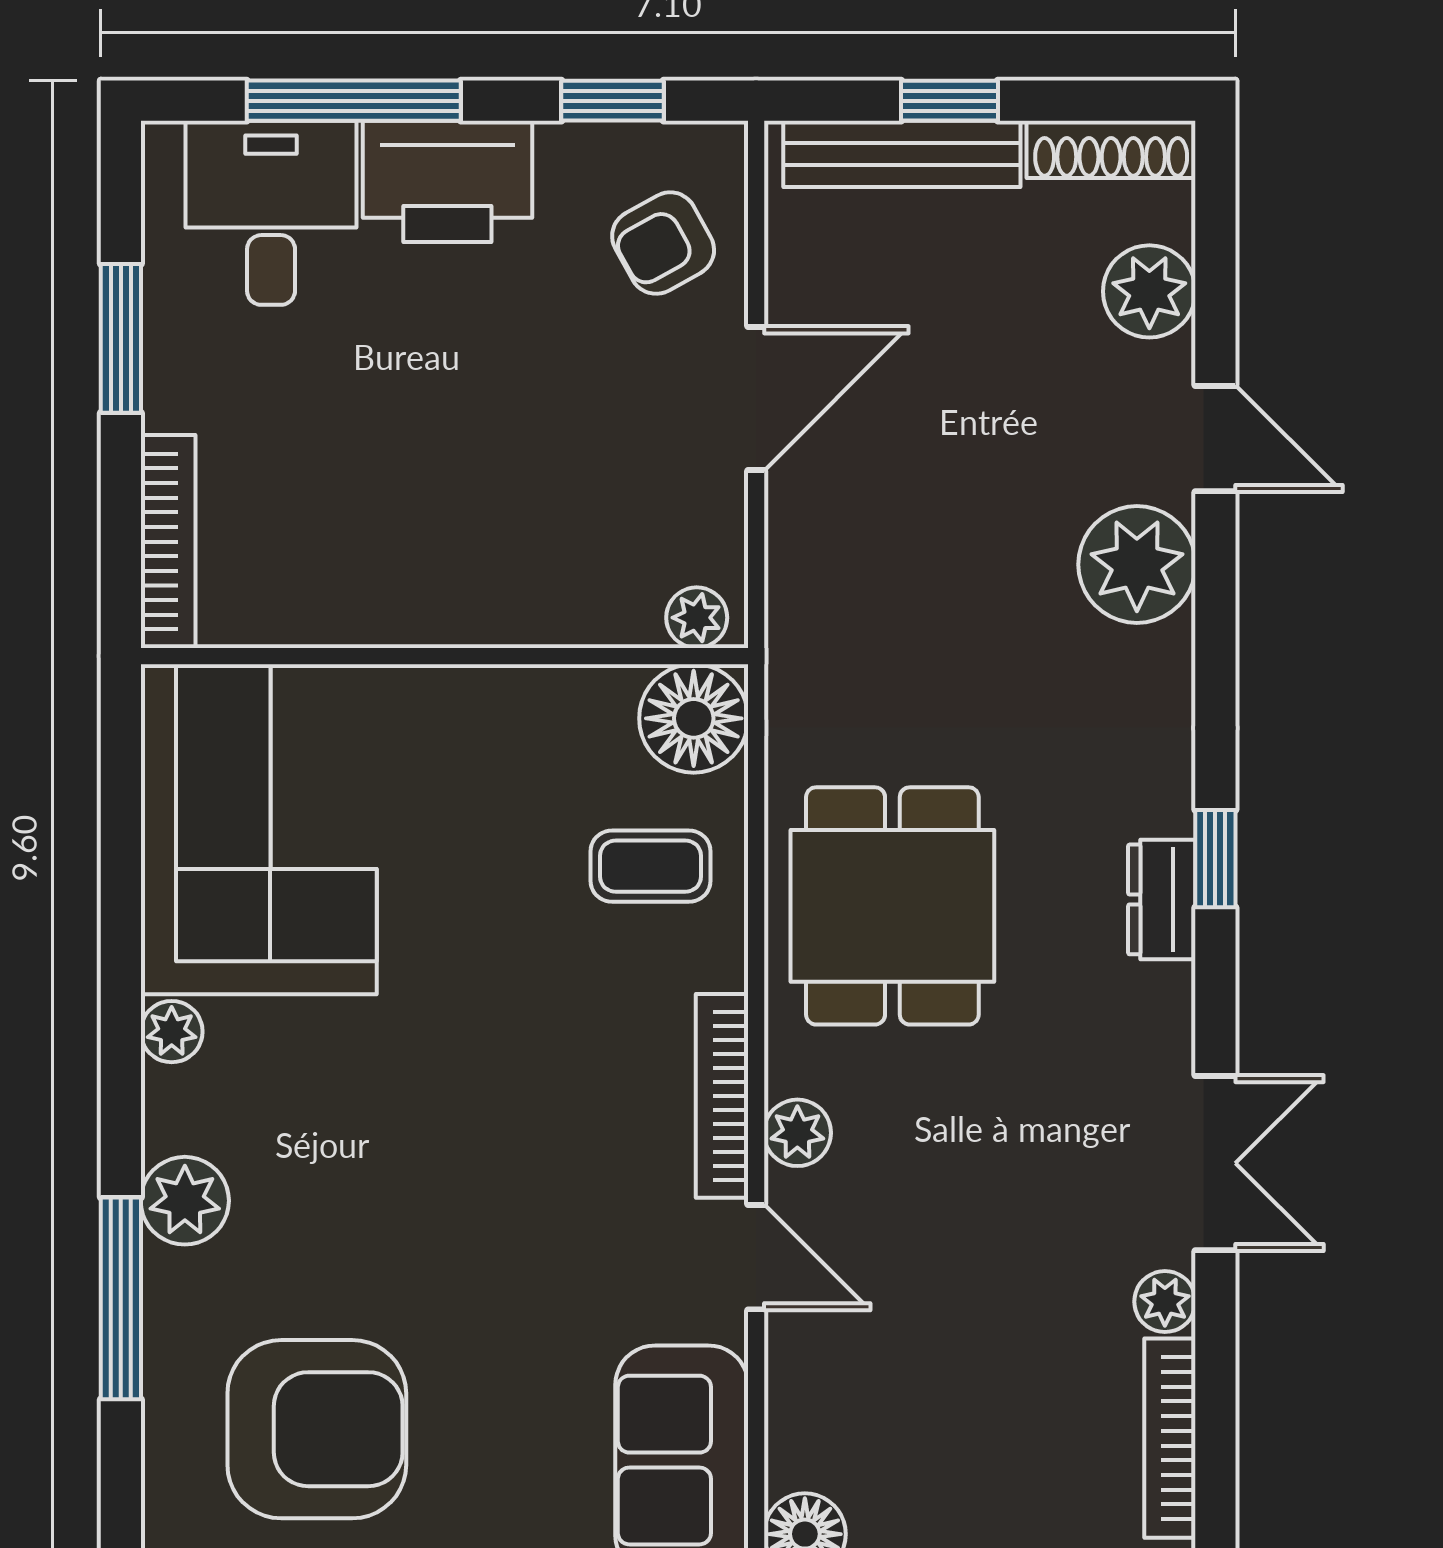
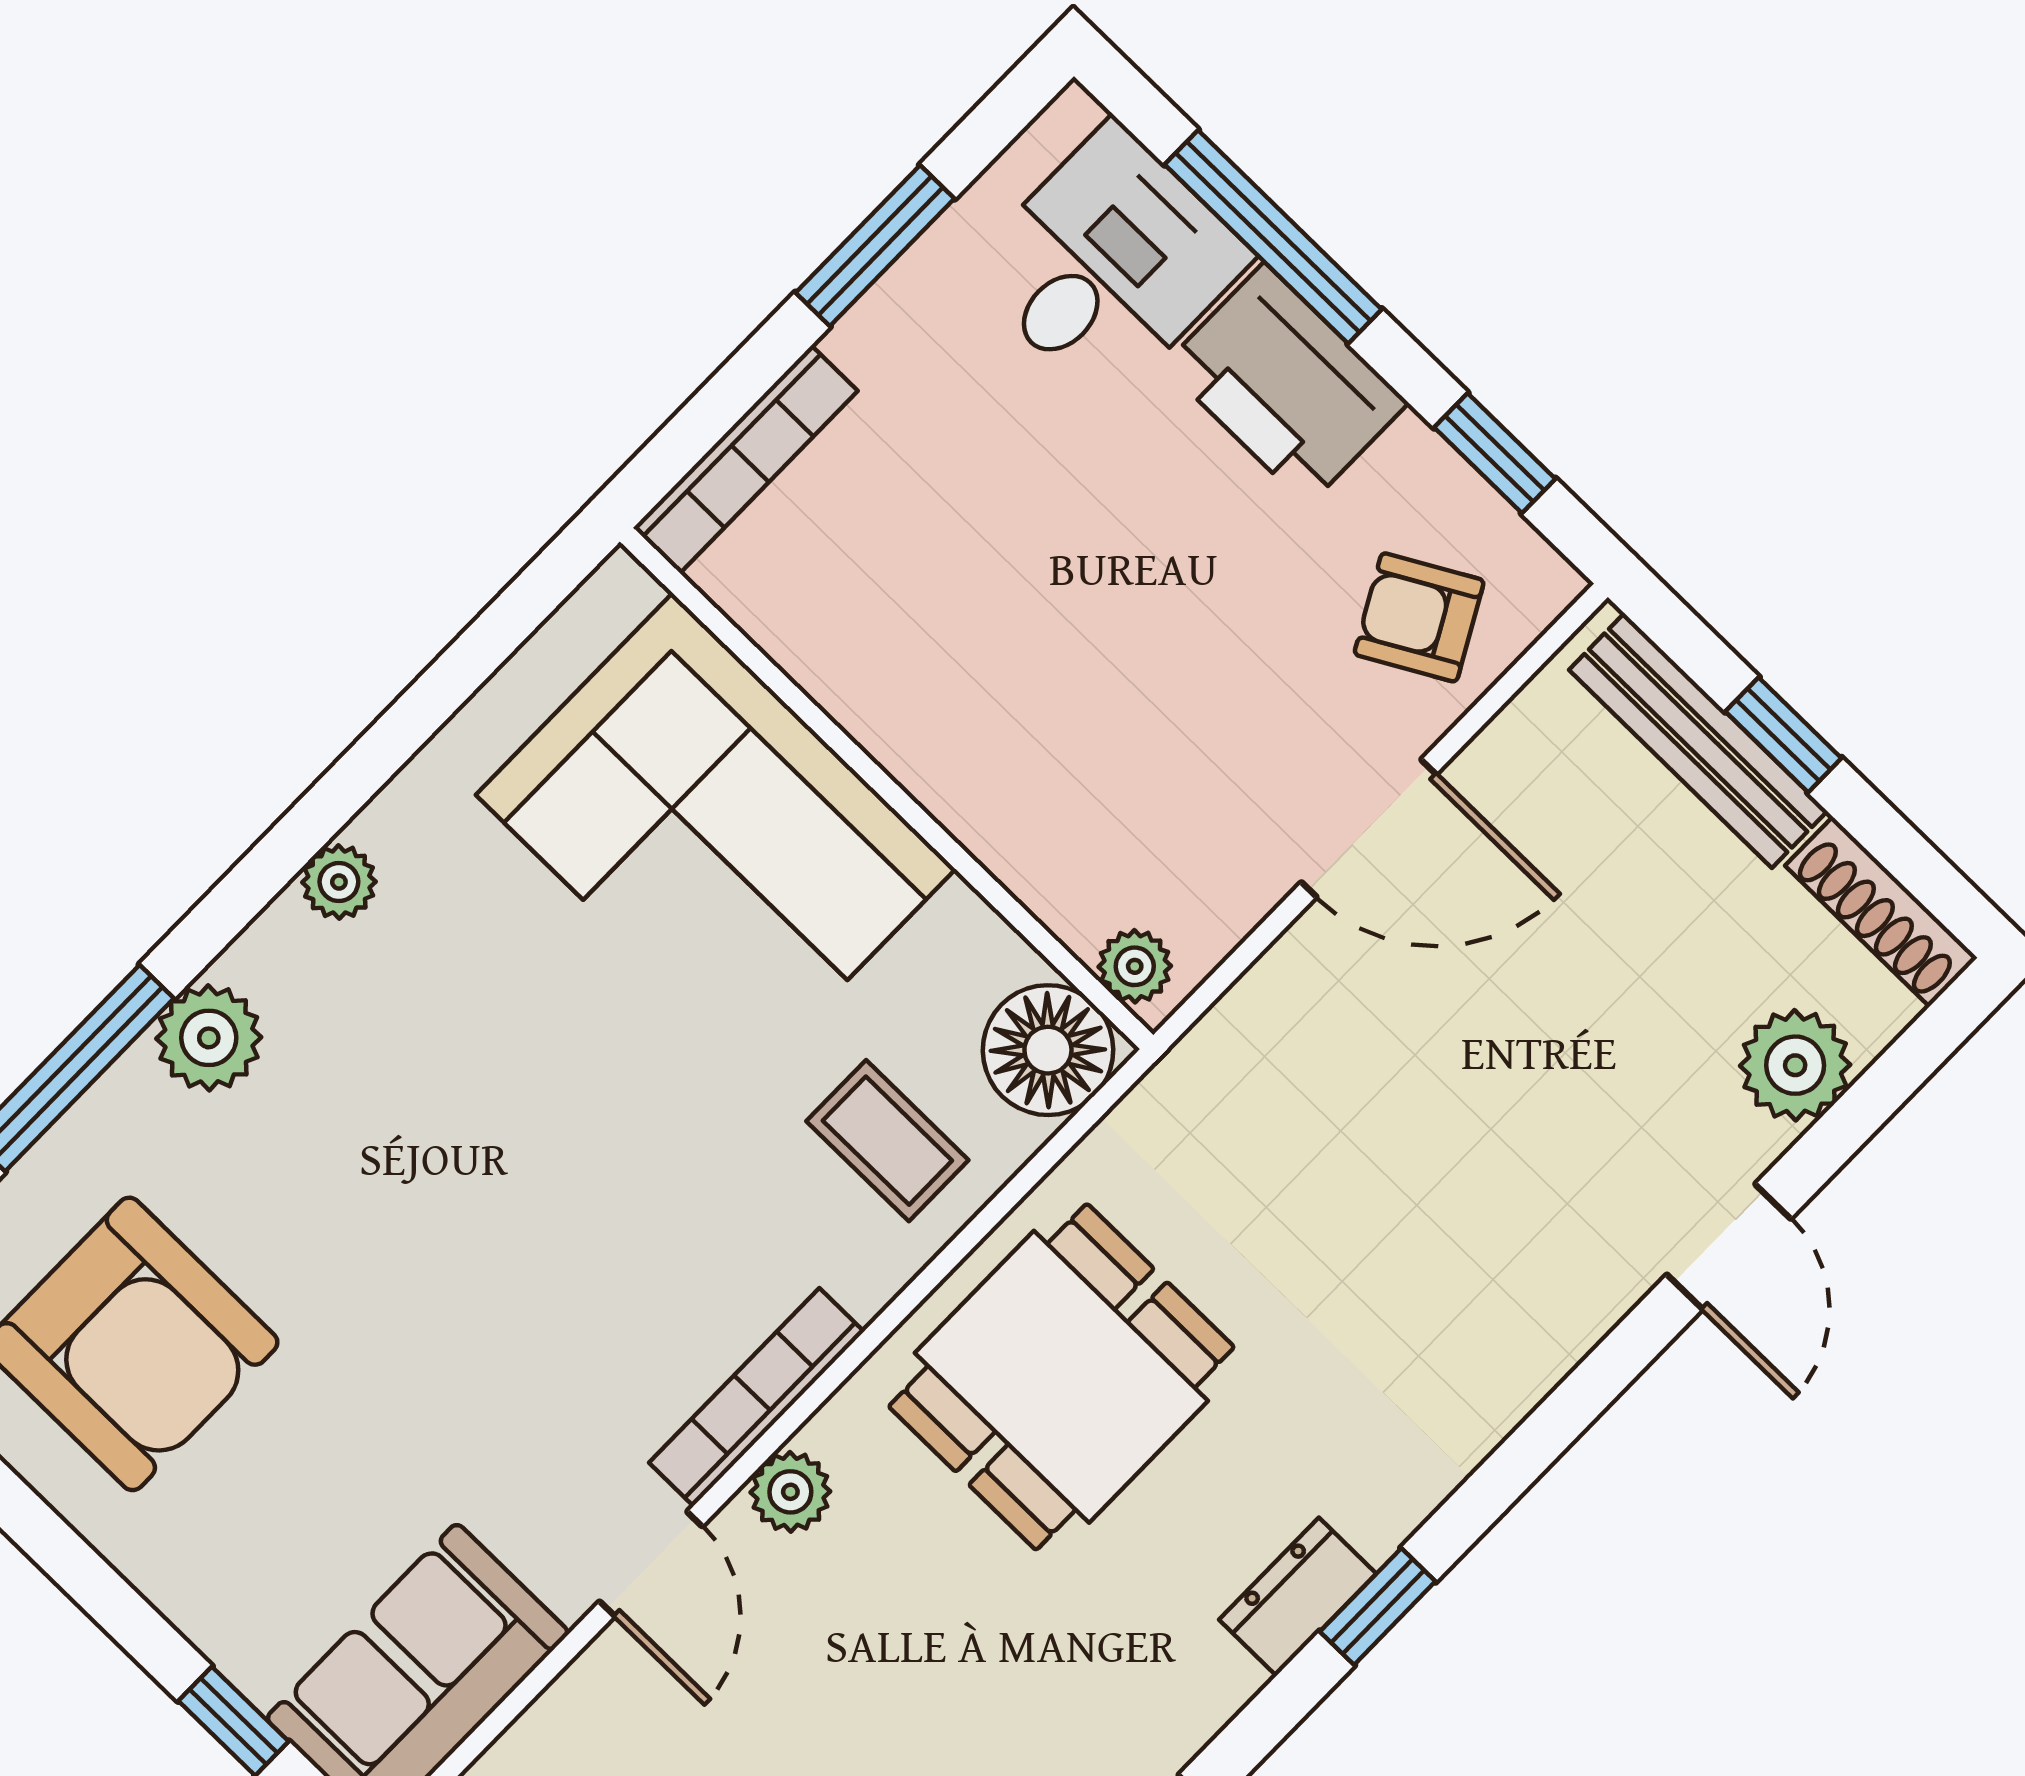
plant: (1137, 565) -> (1556, 1289), removed
corner sofa: (259, 829) -> (716, 832), moved, turned 90

